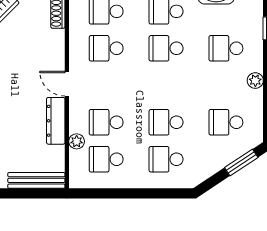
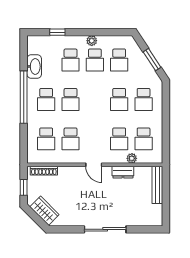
door: (67, 84) -> (94, 165), hinge flipped
school desk: (226, 85) -> (95, 60), added
dresser: (56, 121) -> (123, 172), width x0.70
window: (241, 162) -> (152, 60), moved

